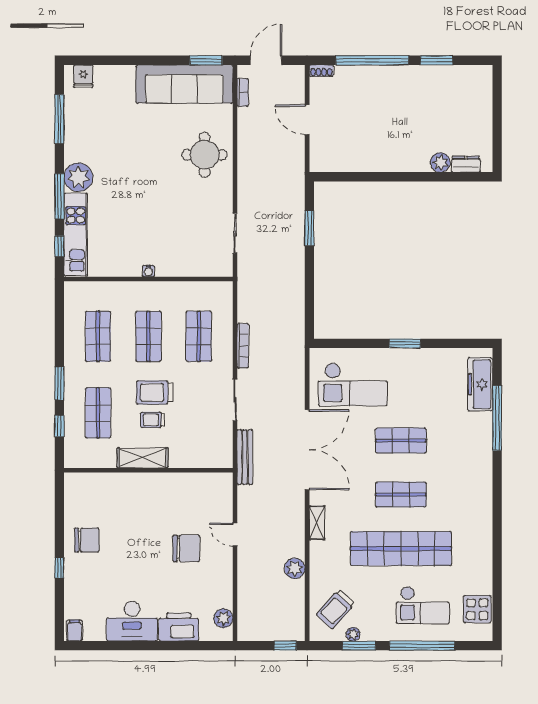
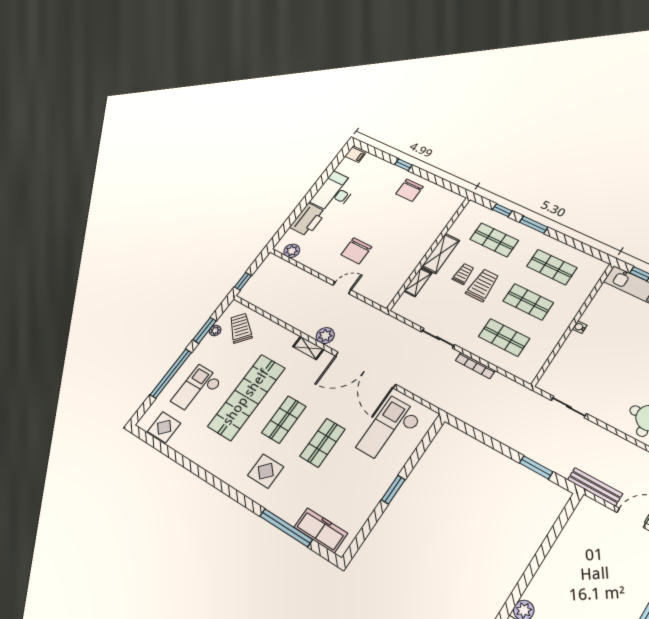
bench: (245, 457) -> (595, 487), moved
shelving: (187, 460) -> (418, 282), added
display table: (459, 476) -> (266, 471), added
plant: (295, 568) -> (325, 336), moved

